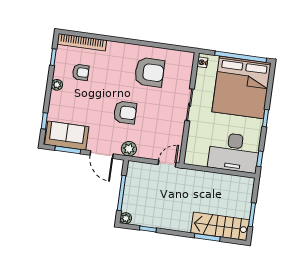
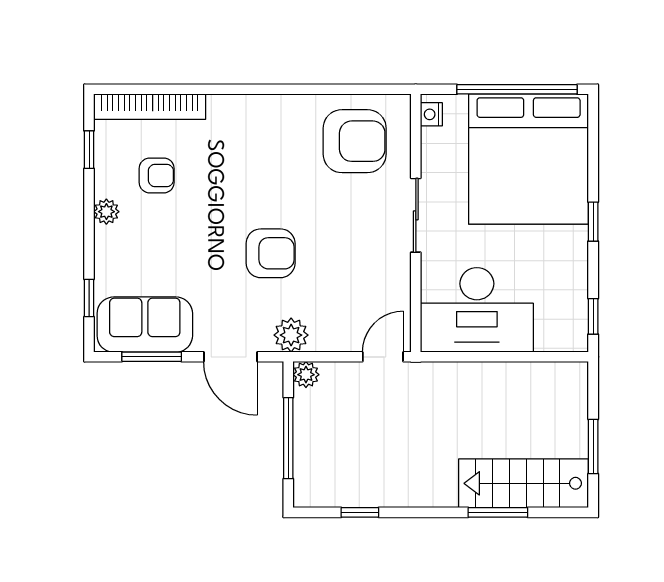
armchair: (149, 72) -> (355, 141), moved
desk: (234, 152) -> (477, 310), moved
plant: (126, 218) -> (306, 375), moved

